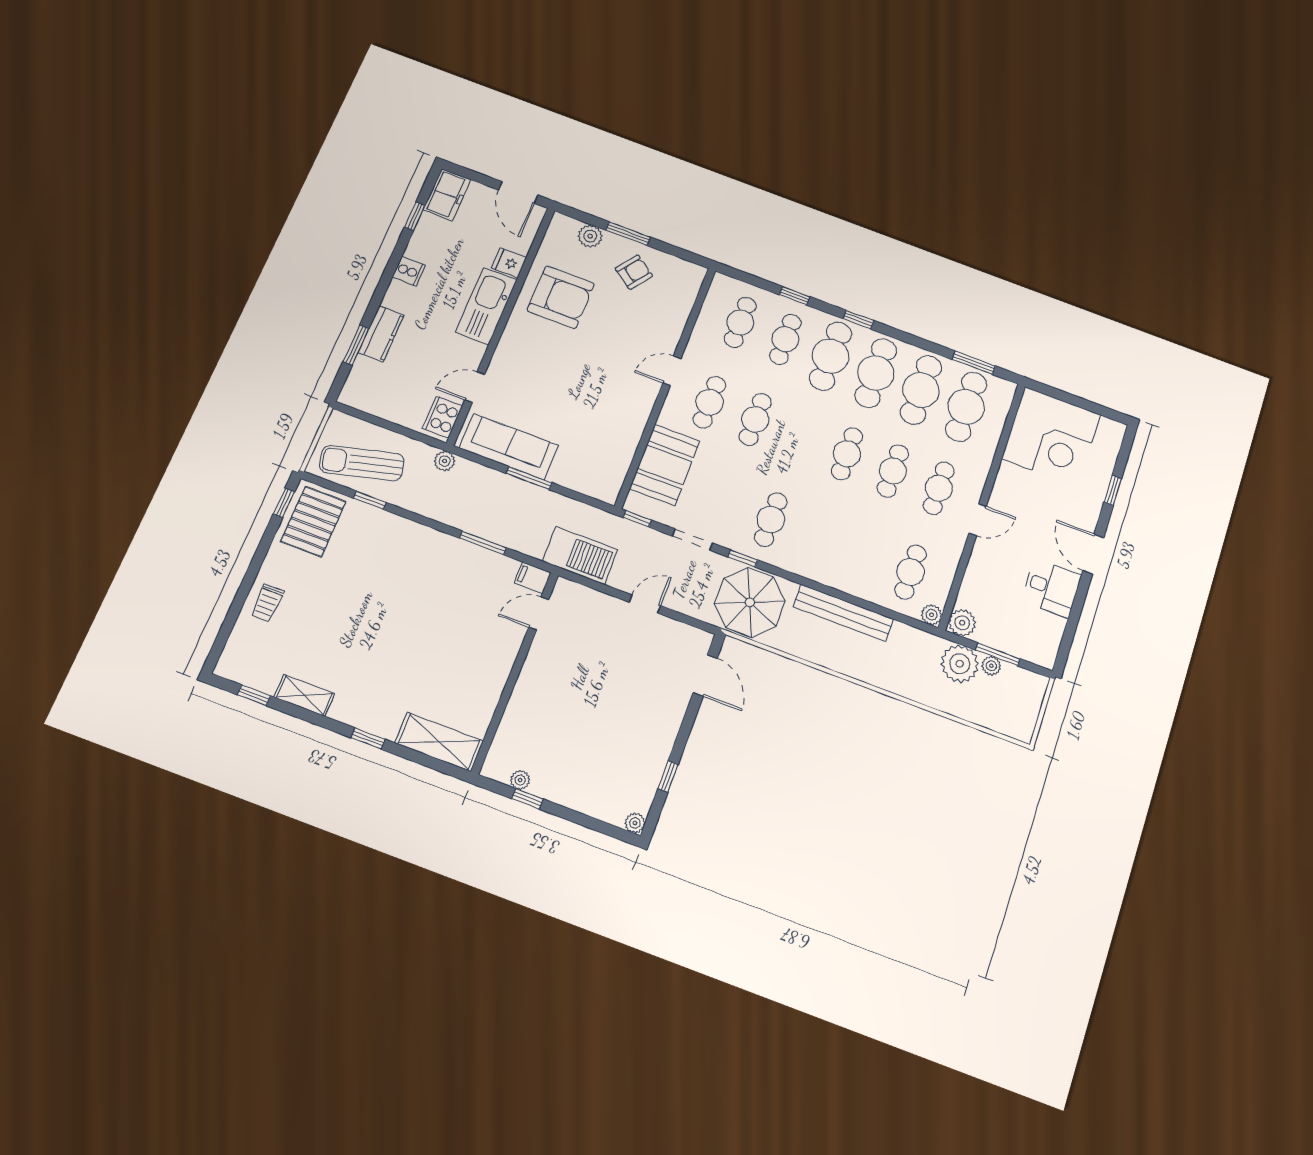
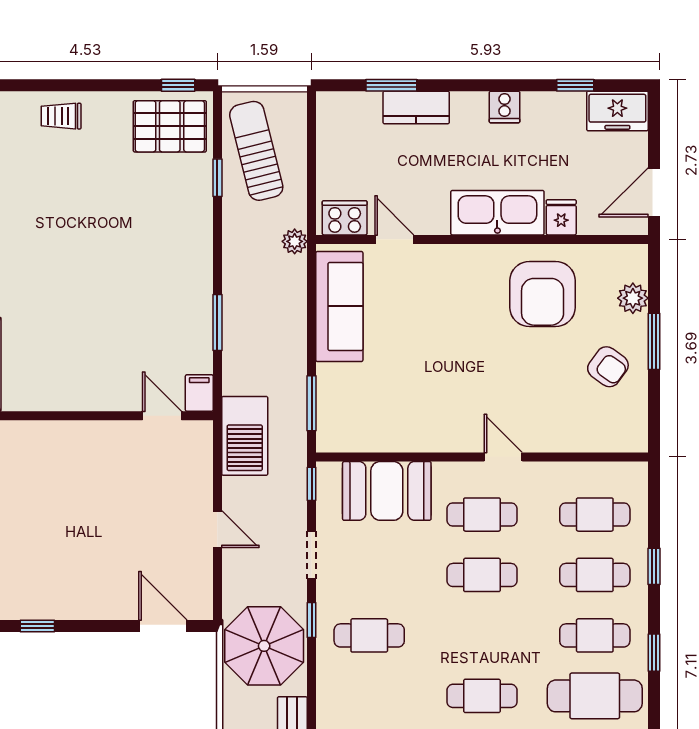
cafe table: (831, 356) -> (595, 635), width x0.73, depth x0.74
window: (529, 478) -> (312, 403), moved
door: (705, 675) -> (163, 626), swing flipped

